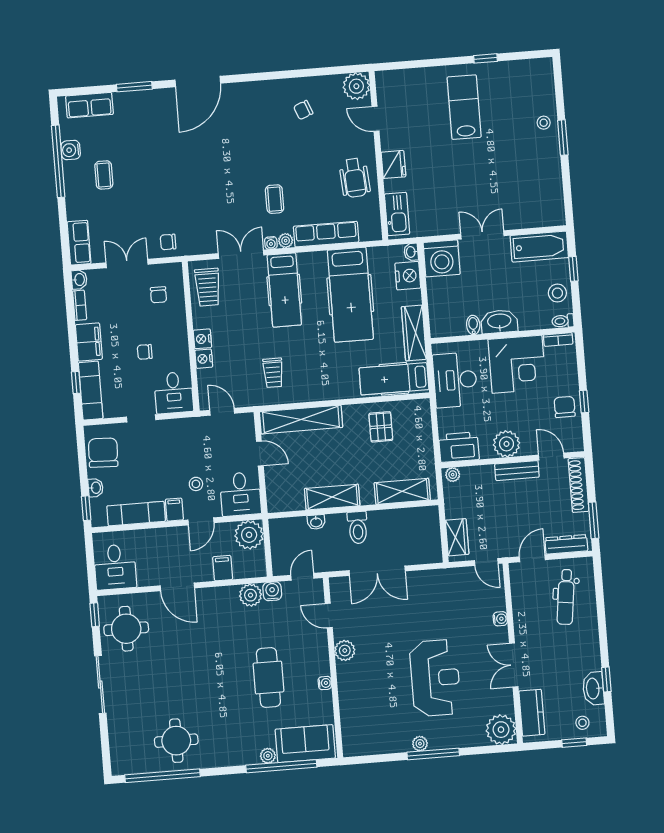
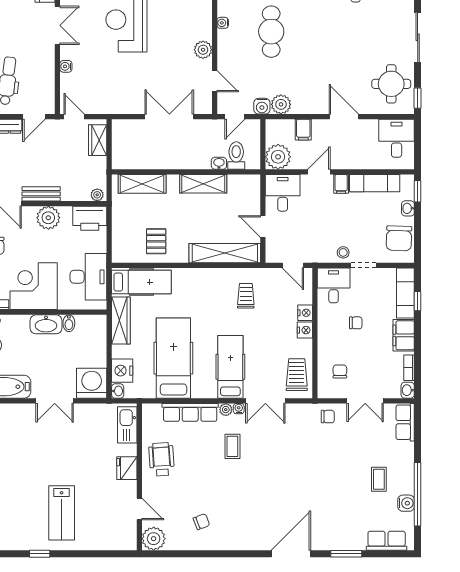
stool: (196, 484) -> (343, 252), moved
toilet: (358, 528) -> (236, 156), moved

